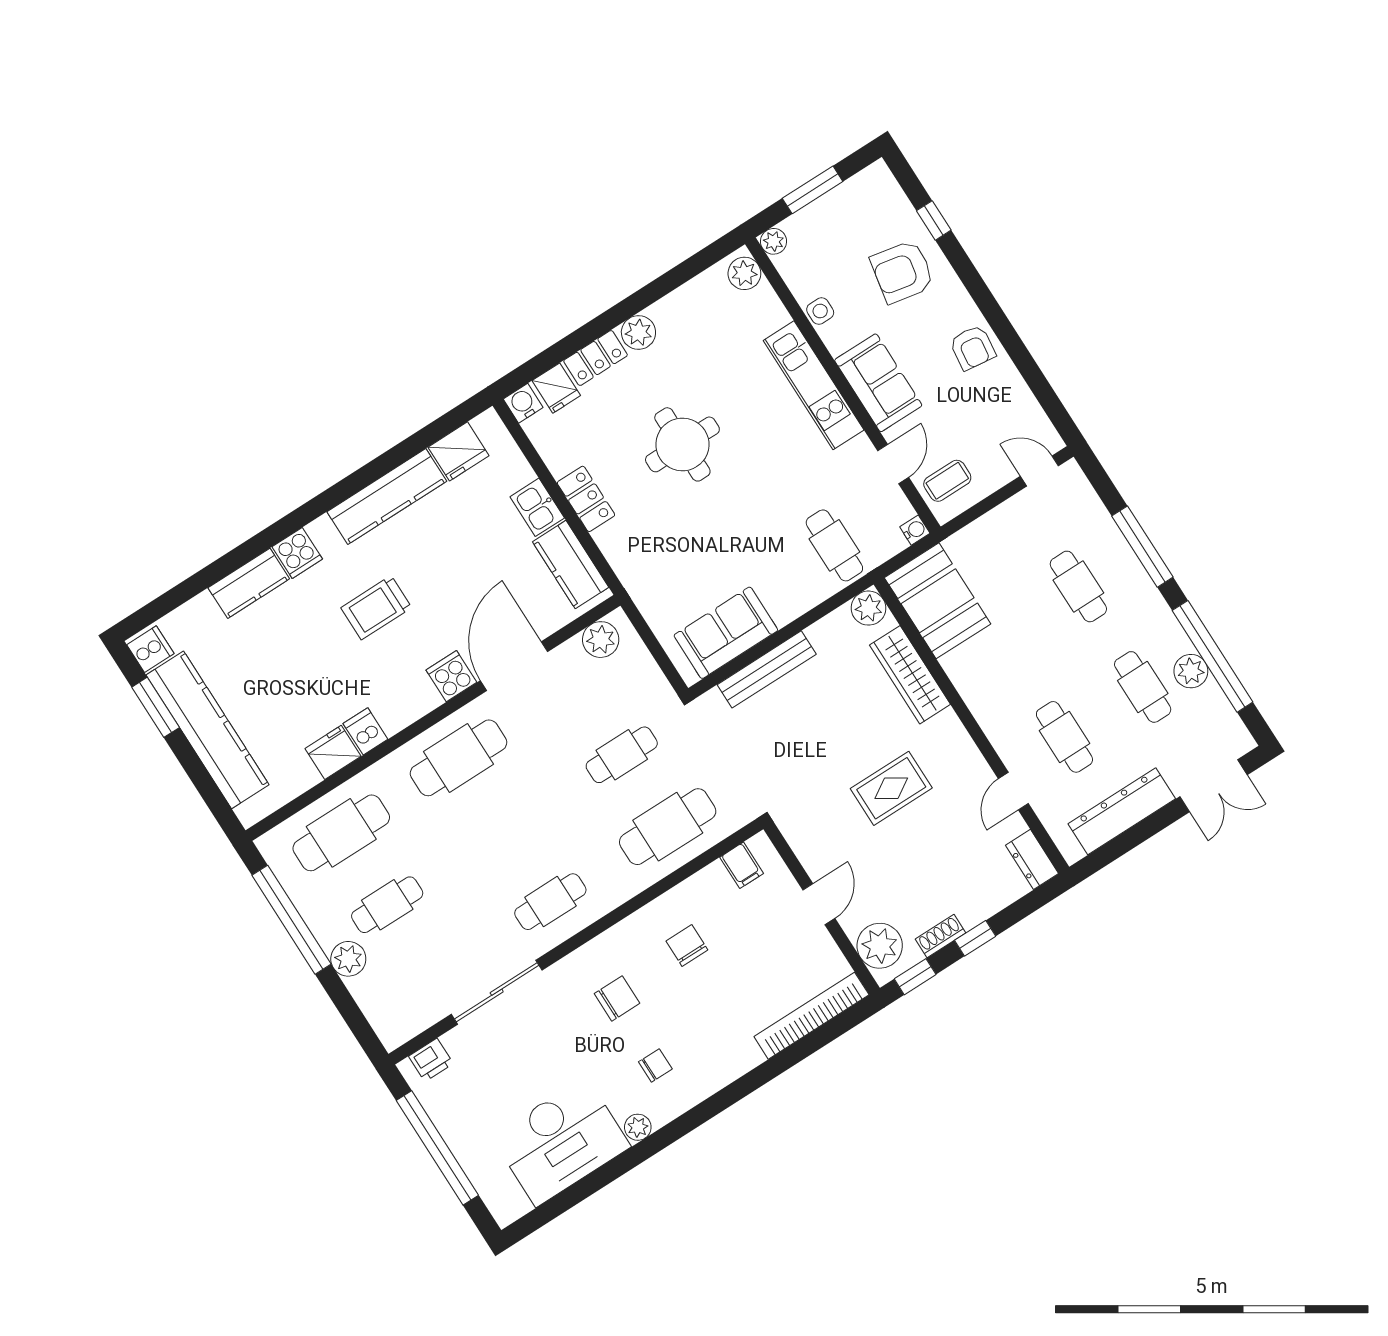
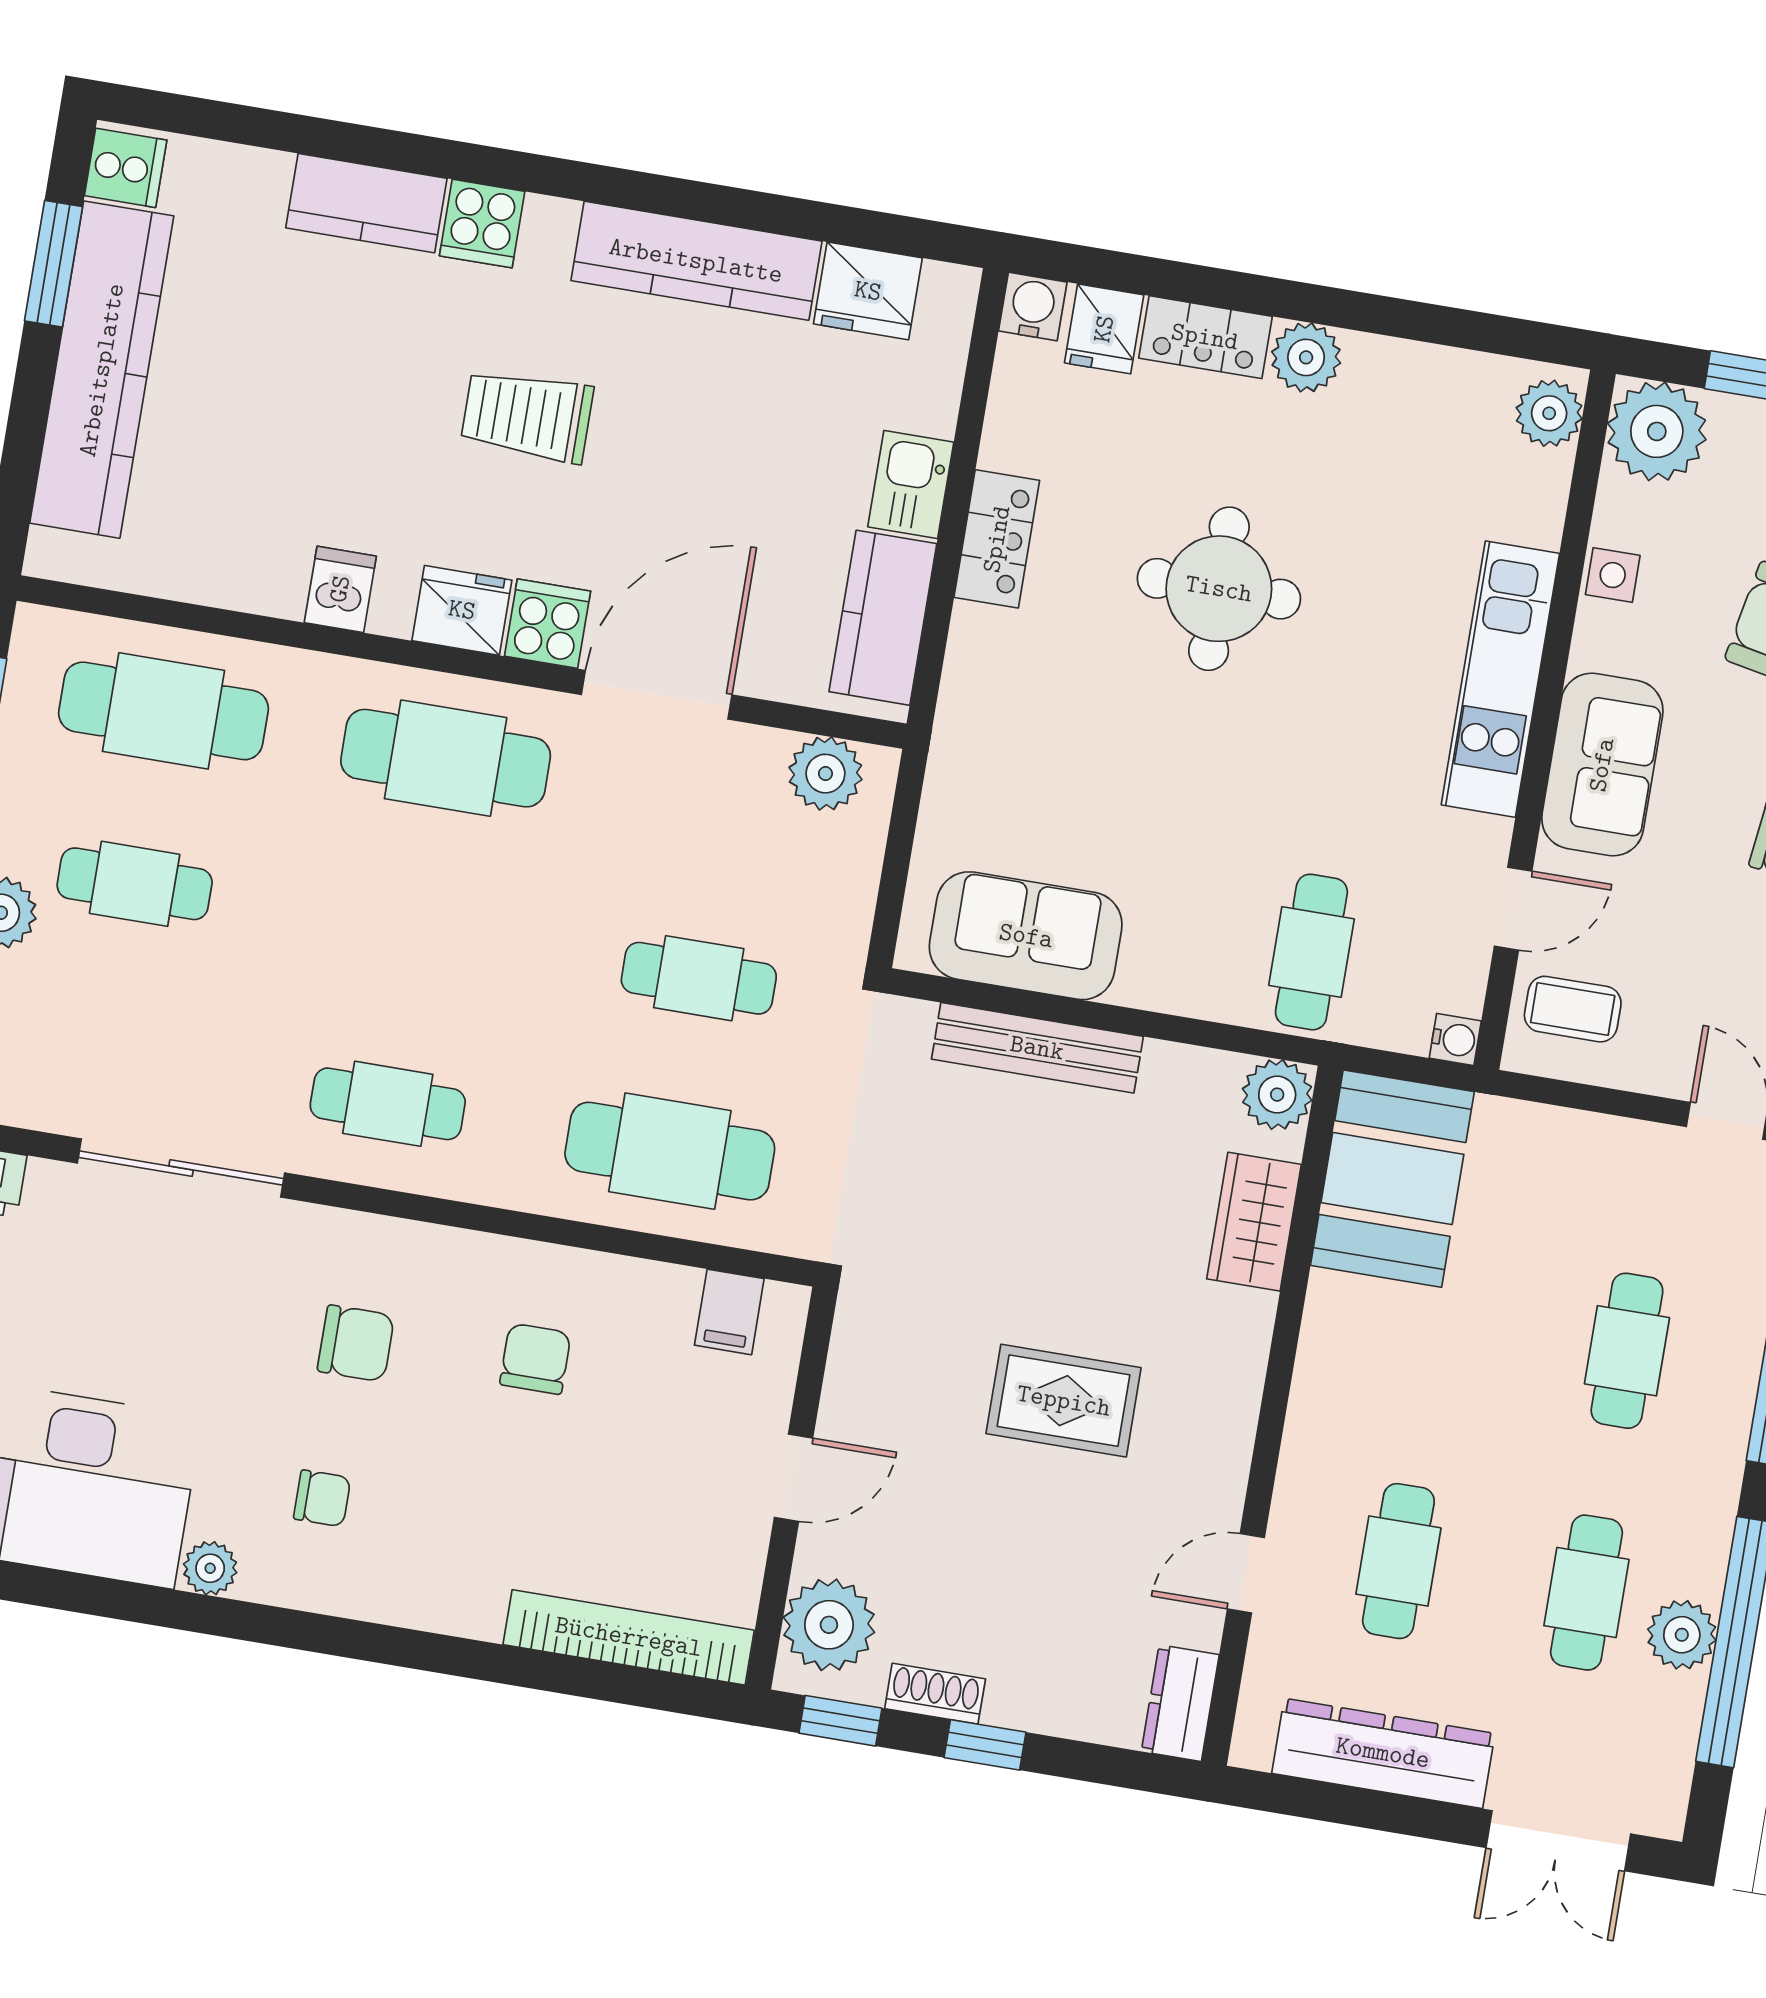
plant: (774, 241) -> (1657, 431), width x1.88, depth x1.88
wardrobe: (910, 675) -> (1254, 1222), width x0.67
fridge: (333, 752) -> (462, 610), moved

